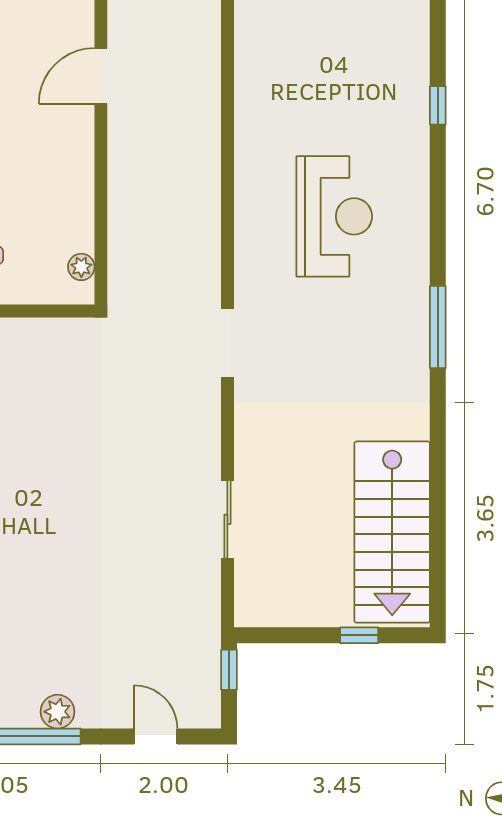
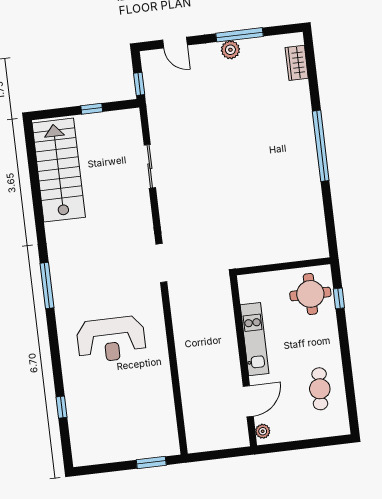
kitchen unit: (76, 186) -> (255, 339), added
reception desk: (334, 216) -> (111, 339), turned -90
plant: (81, 267) -> (263, 431), moved
window: (359, 635) -> (92, 109), moved

